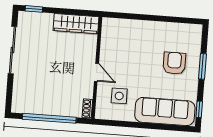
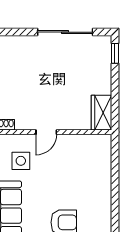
wardrobe: (76, 24) -> (101, 113), width x0.67

